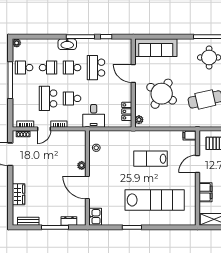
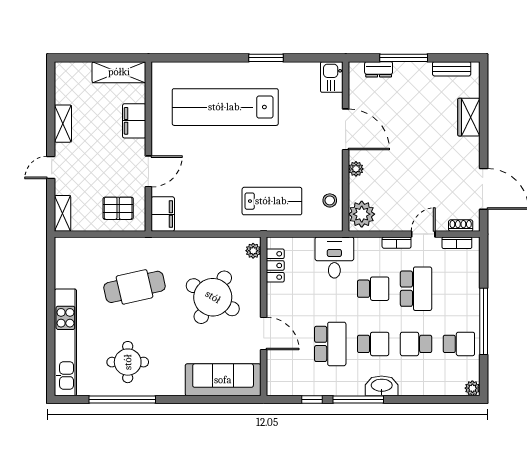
filing cabinet: (190, 135) -> (163, 214), width x2.00
plant: (78, 140) -> (362, 214), added
lab bench: (150, 159) -> (272, 201), moved

